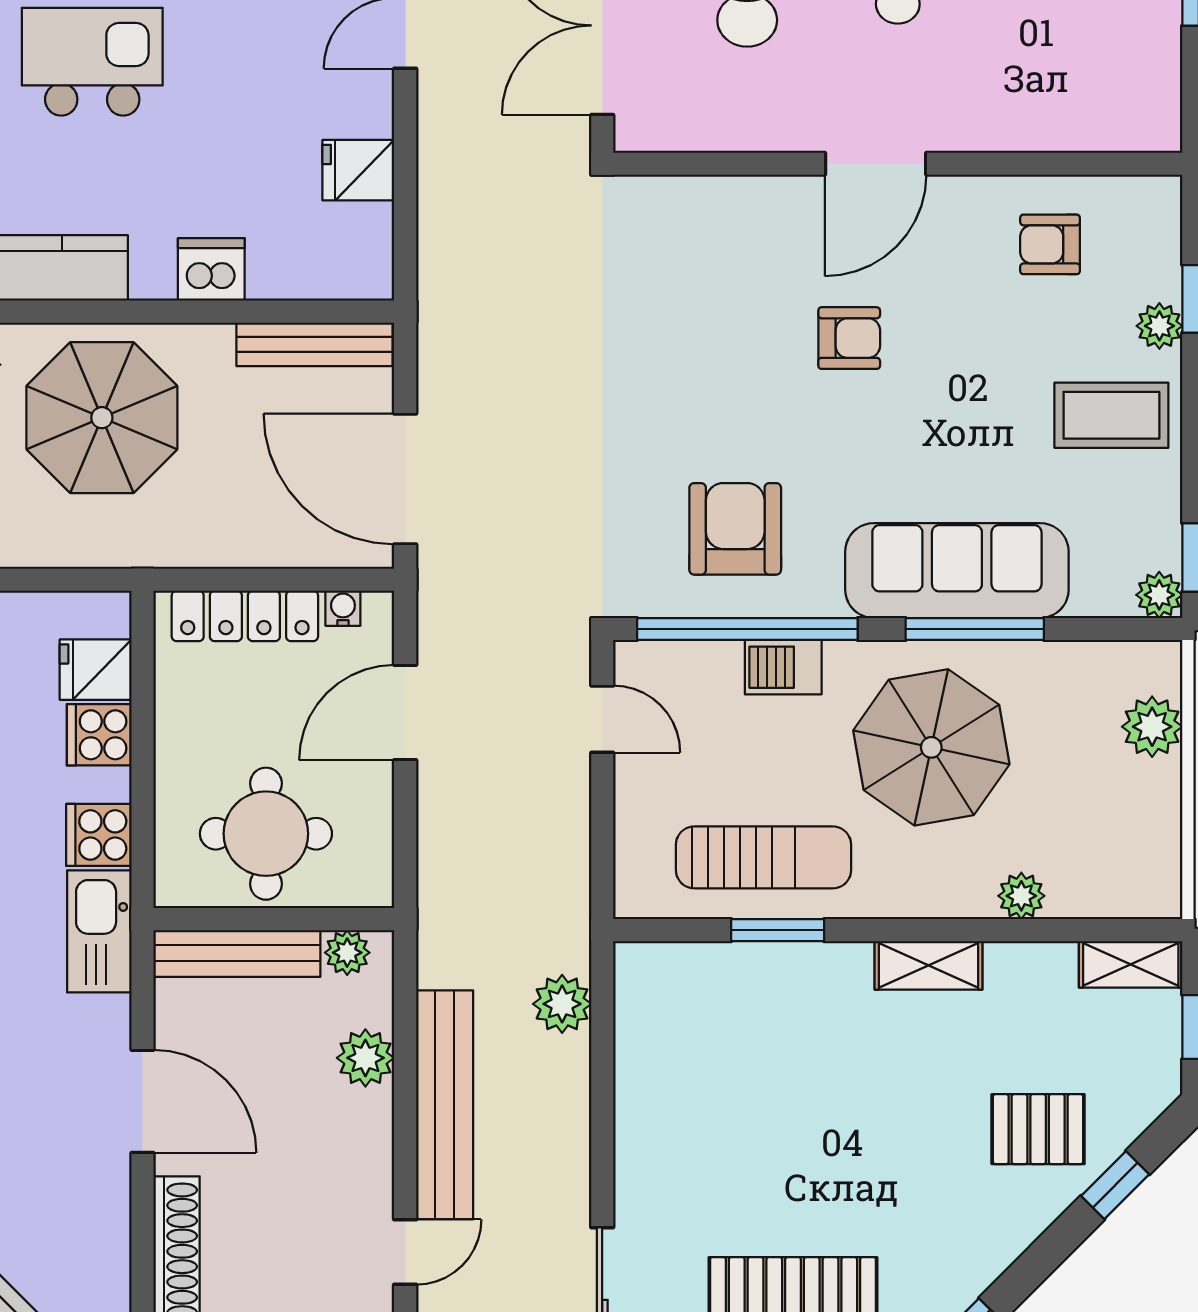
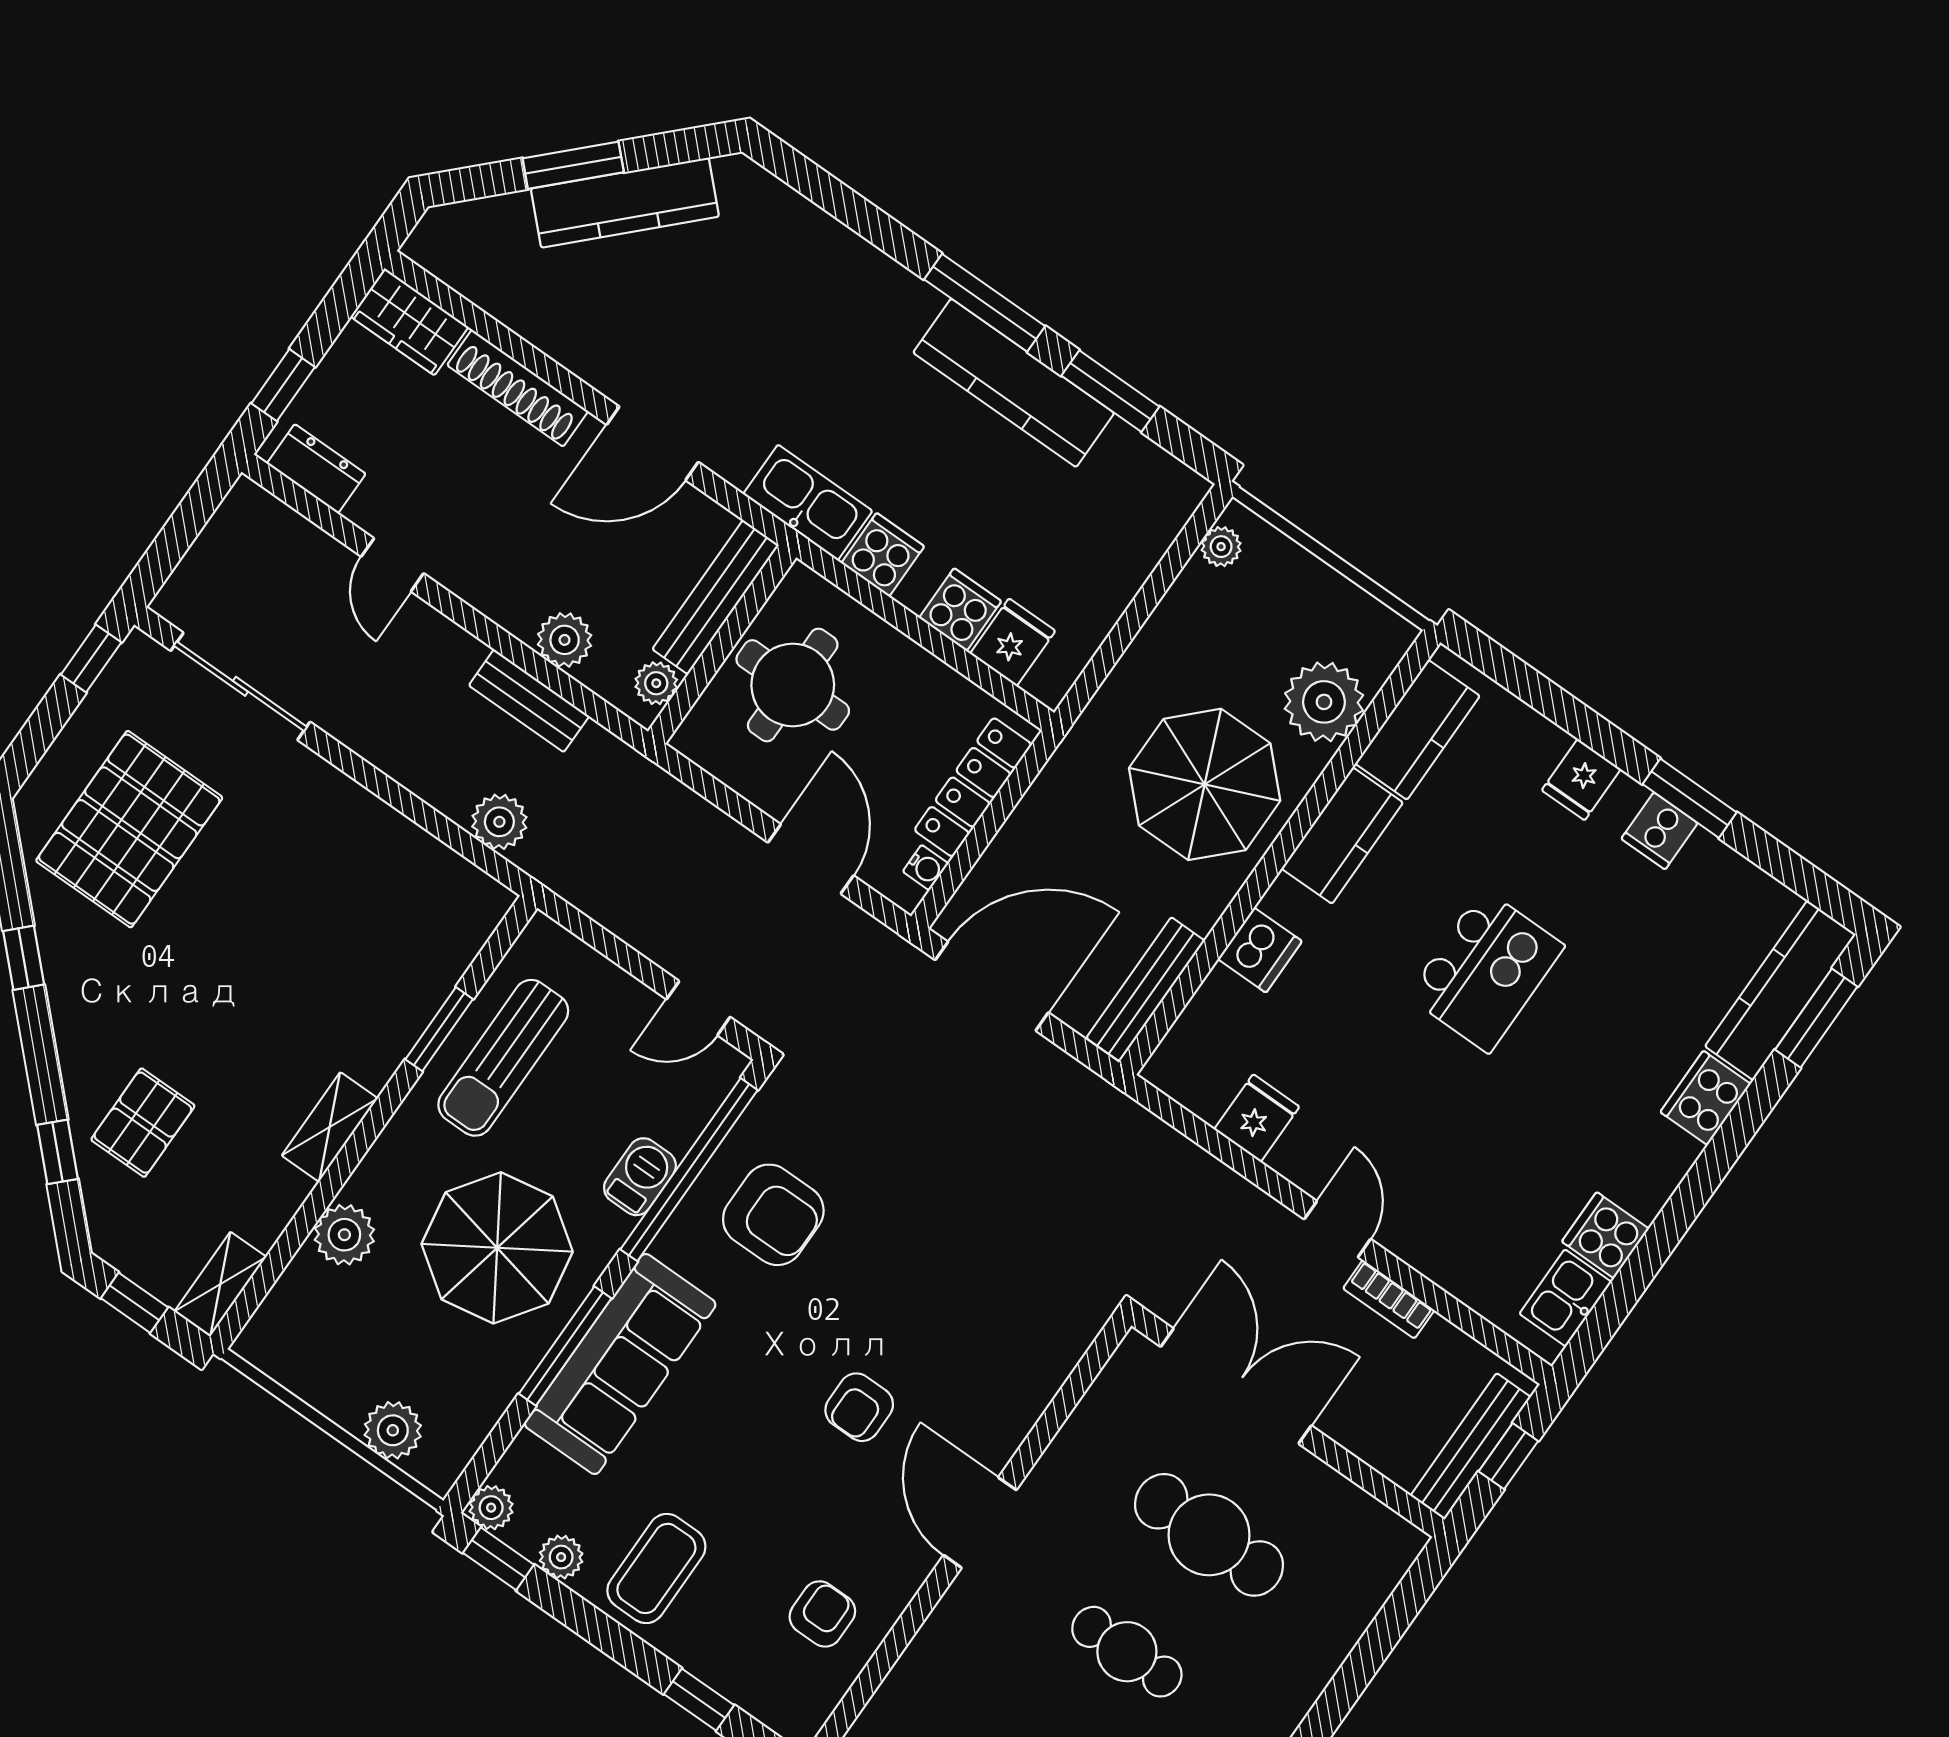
plant: (1159, 326) -> (561, 1557), moved
plant: (1021, 896) -> (344, 1235), width x1.38, depth x1.38
bench: (445, 1105) -> (529, 701), width x0.54, depth x0.82

